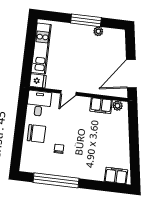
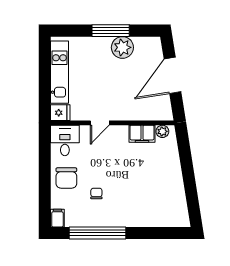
plant: (98, 31) -> (122, 47), width x1.88, depth x1.88
door: (131, 74) -> (172, 75), moved
chair: (36, 134) -> (66, 178), turned 90
filing cabinet: (116, 176) -> (57, 218), moved, width x0.50

